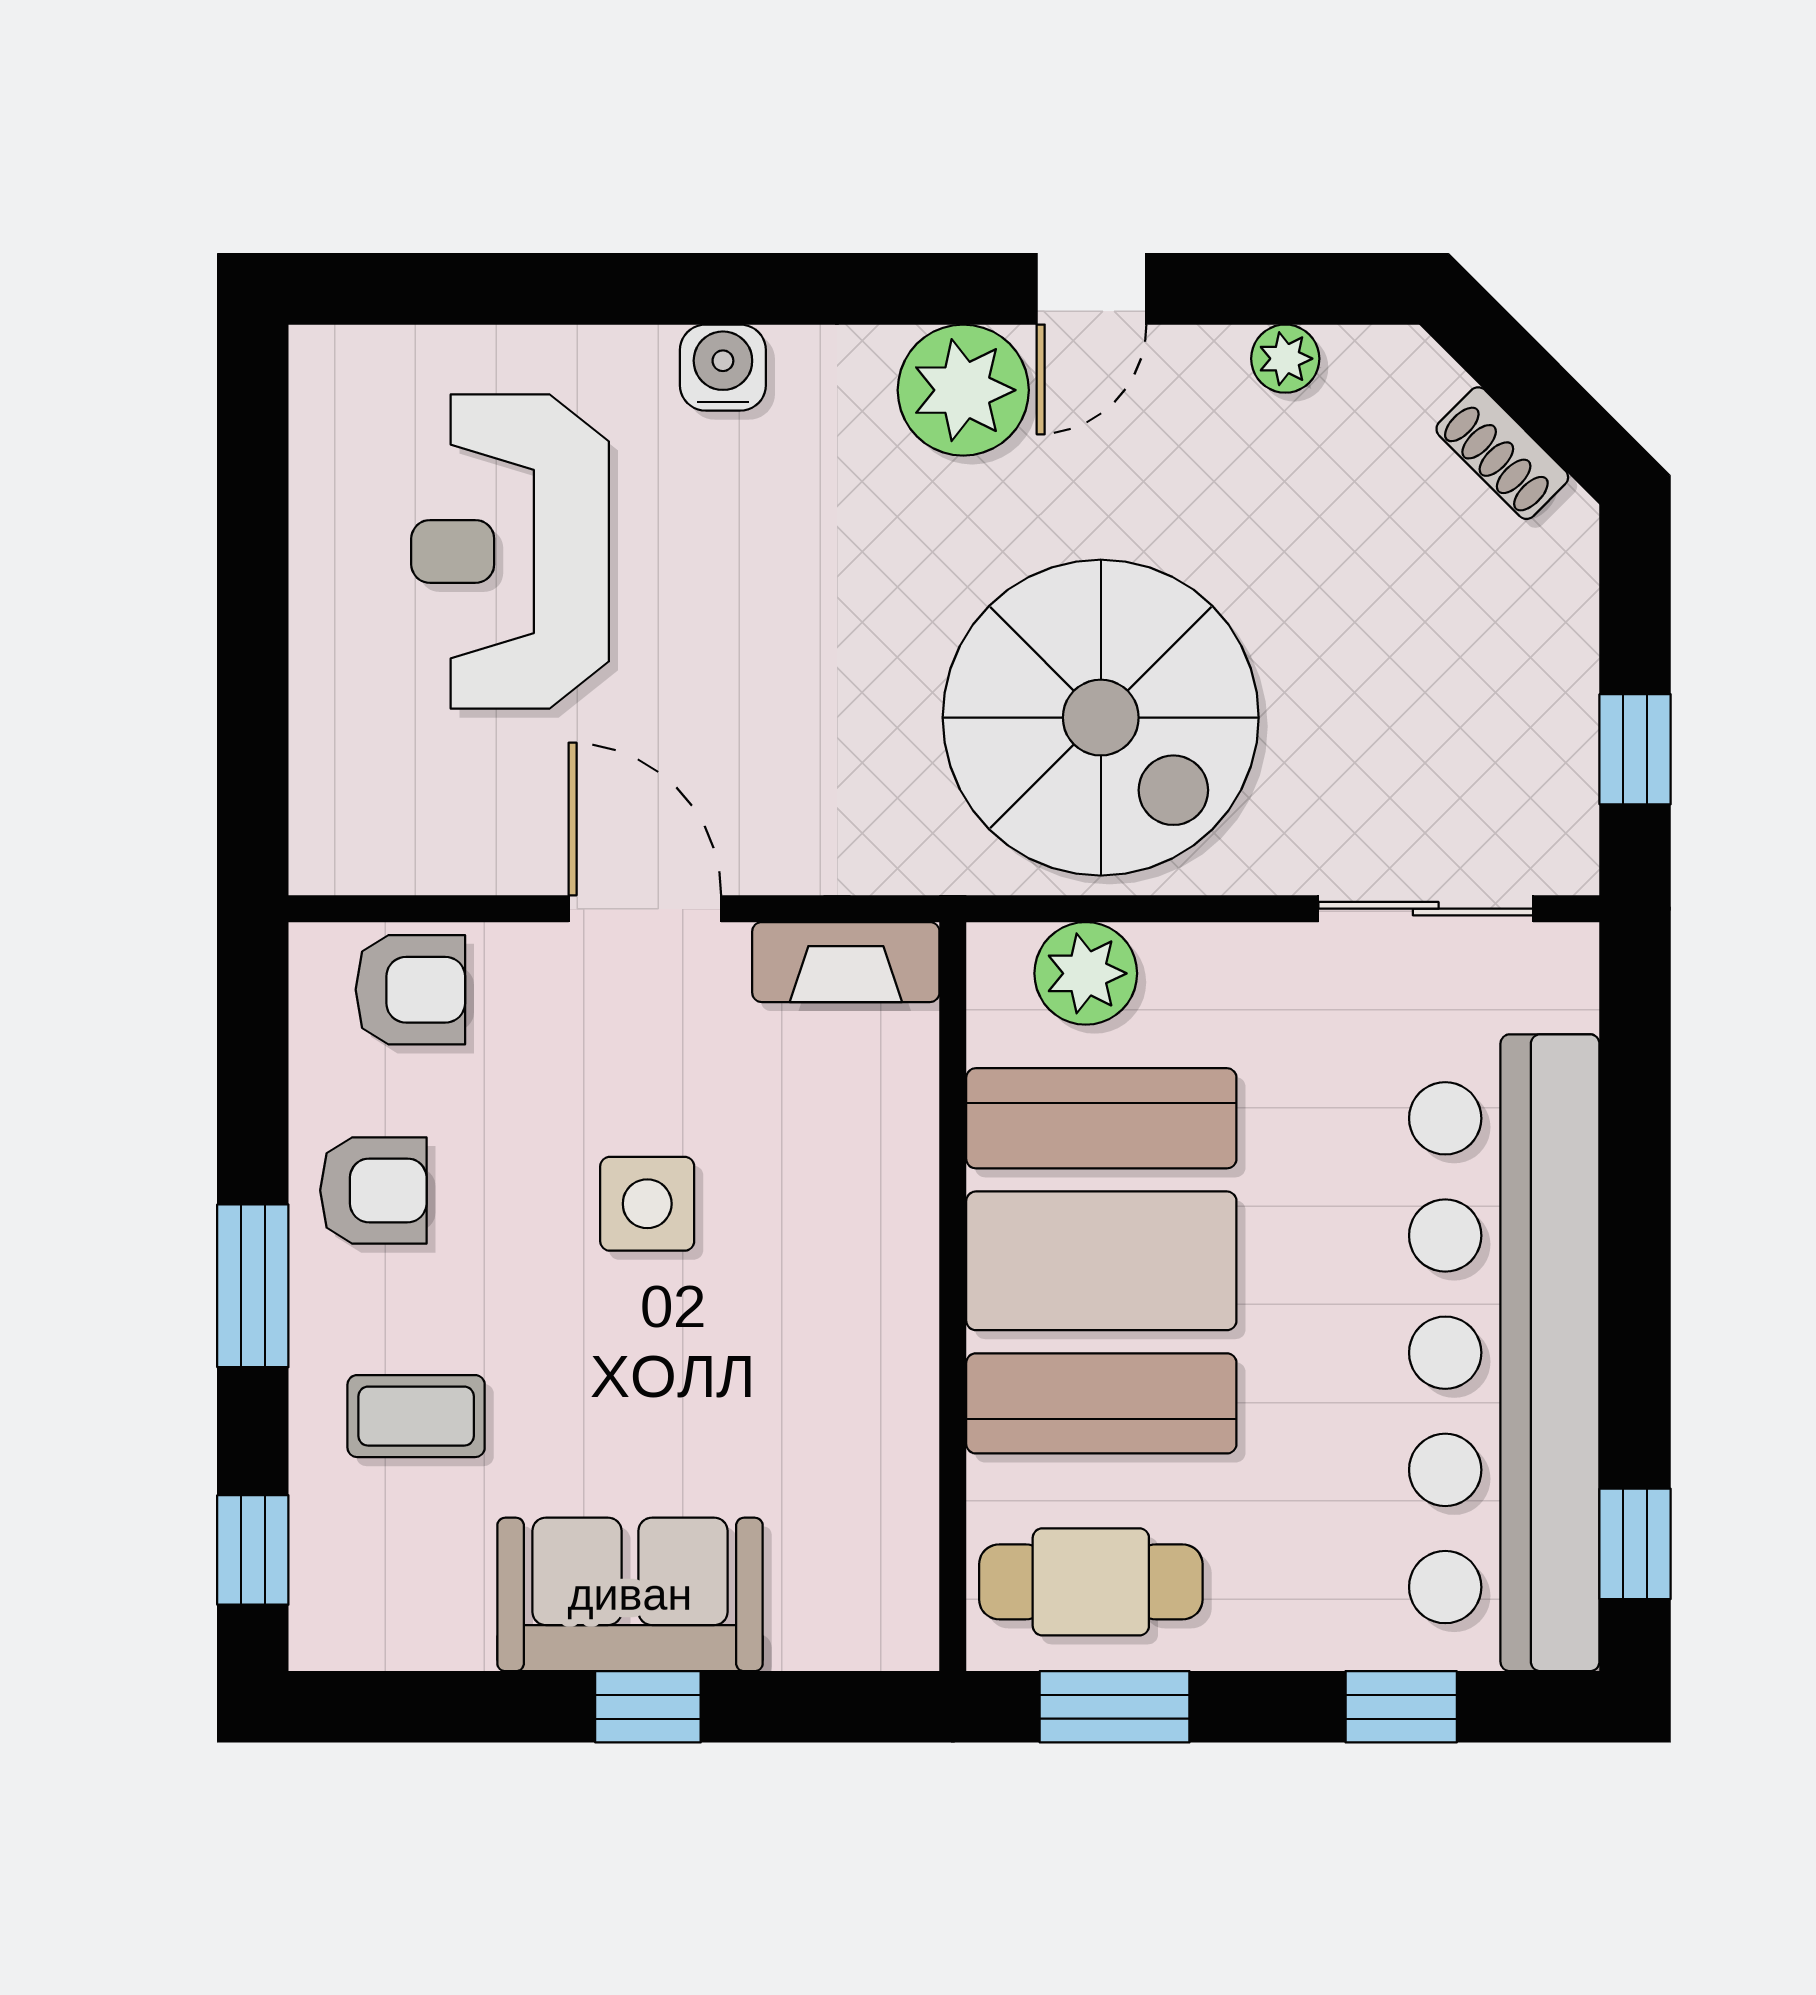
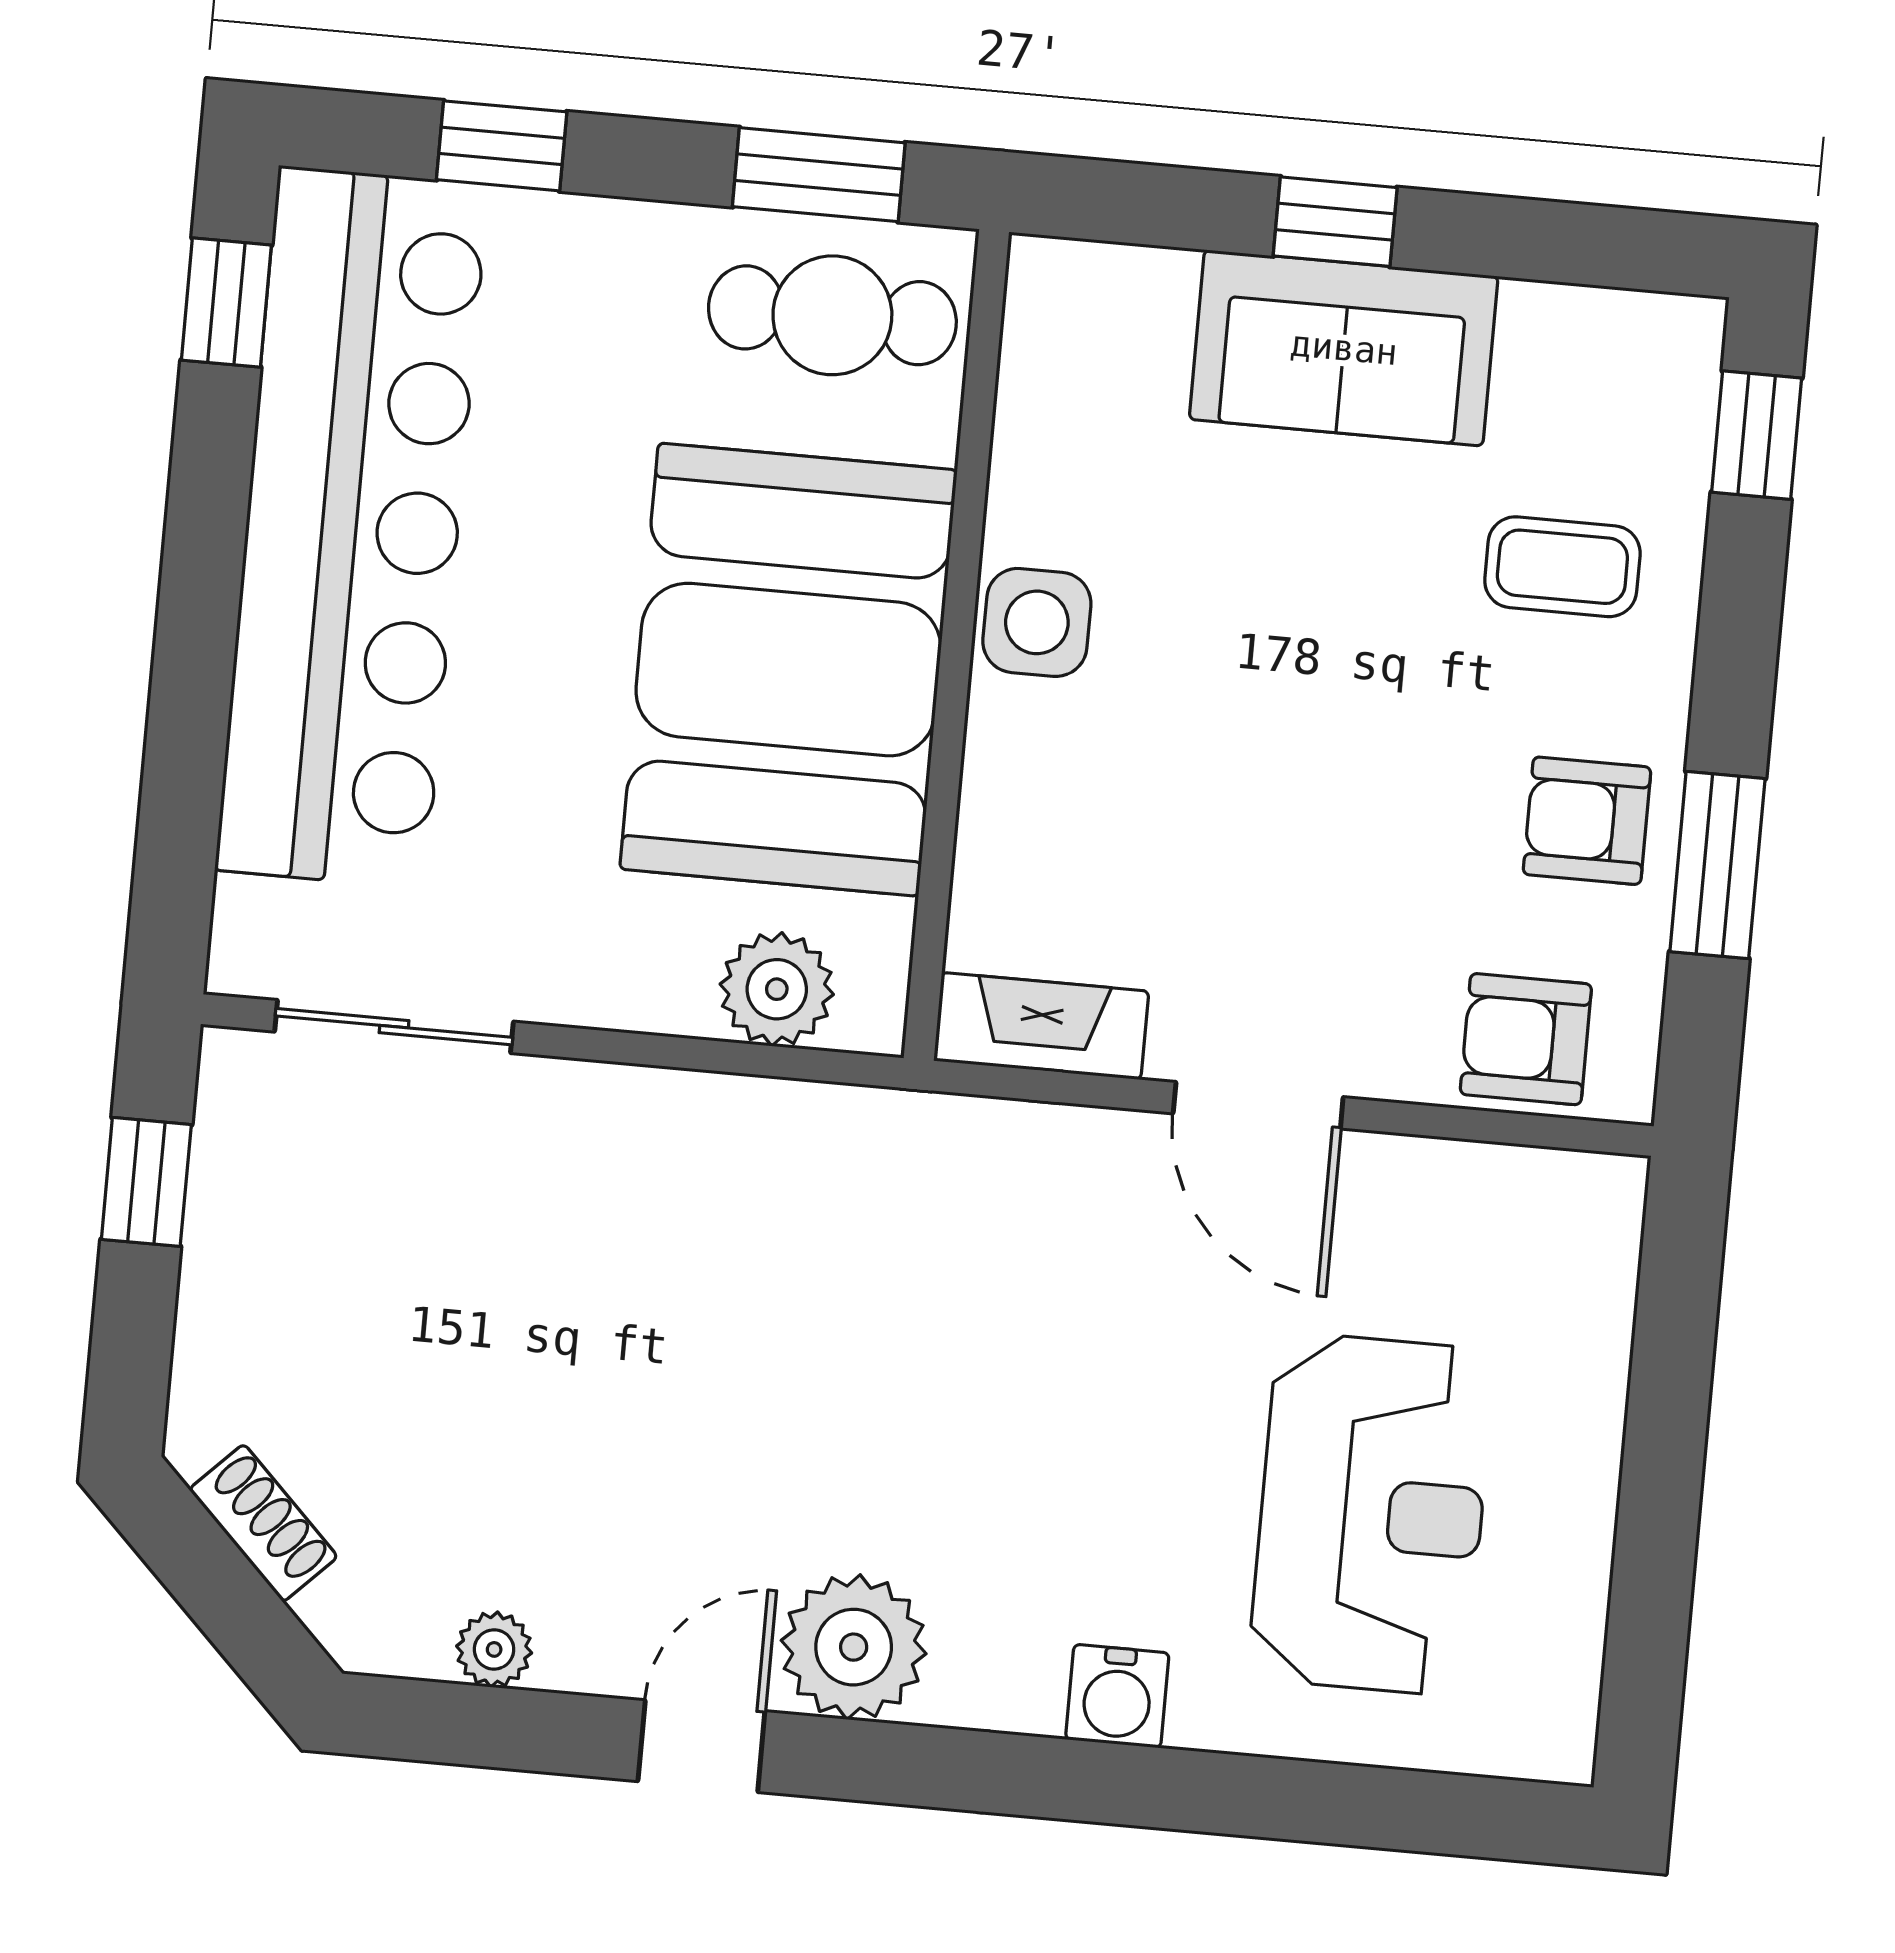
spiral stairs: (1101, 718) -> (734, 1271), removed
side table: (647, 1204) -> (1037, 622), moved
window: (253, 1286) -> (1717, 865), moved

